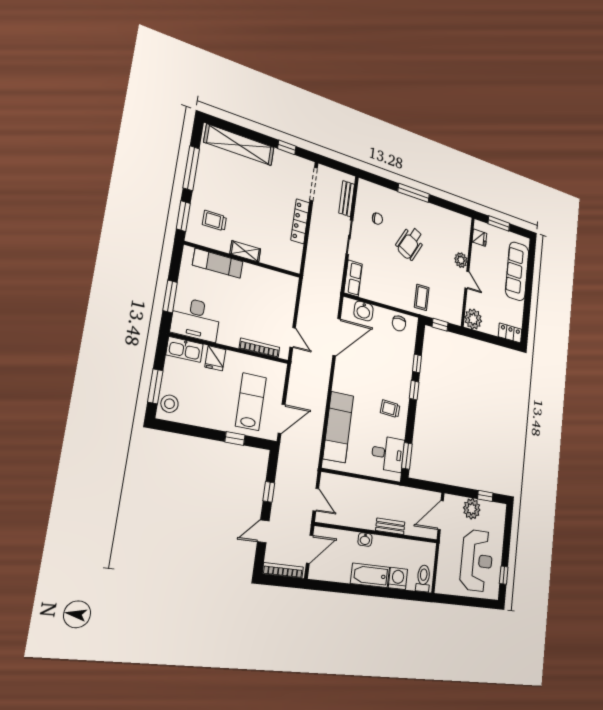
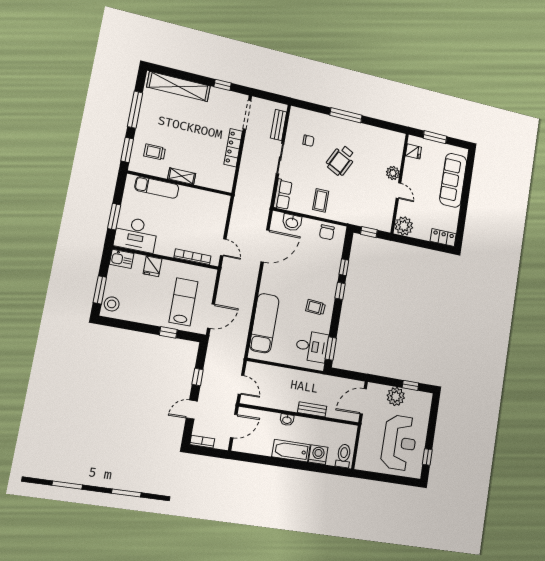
coffee table: (422, 297) -> (321, 200), moved
kitchen sink: (185, 349) -> (122, 259), width x0.73
bookcase: (283, 570) -> (202, 442), width x0.64

